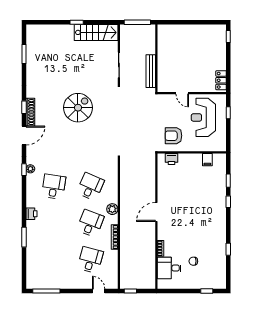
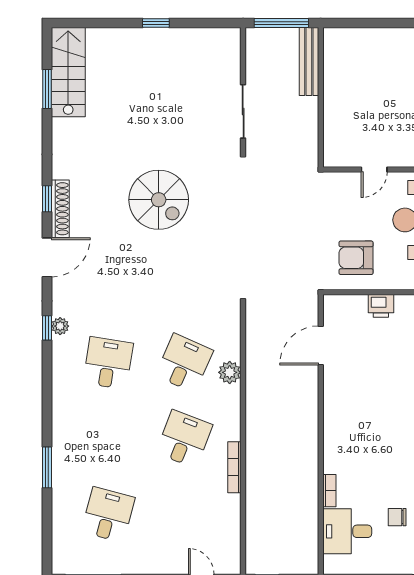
stairs: (96, 32) -> (68, 72), moved, turned -90
bench: (151, 71) -> (309, 61), moved
door: (182, 93) -> (374, 170), hinge flipped
spiral stairs: (78, 108) -> (159, 200), turned 90
printer: (172, 159) -> (381, 306), moved
plant: (112, 209) -> (230, 372), moved
door: (156, 212) -> (321, 345), moved
printer: (31, 214) -> (63, 419), removed
desk: (90, 260) -> (108, 515), moved

